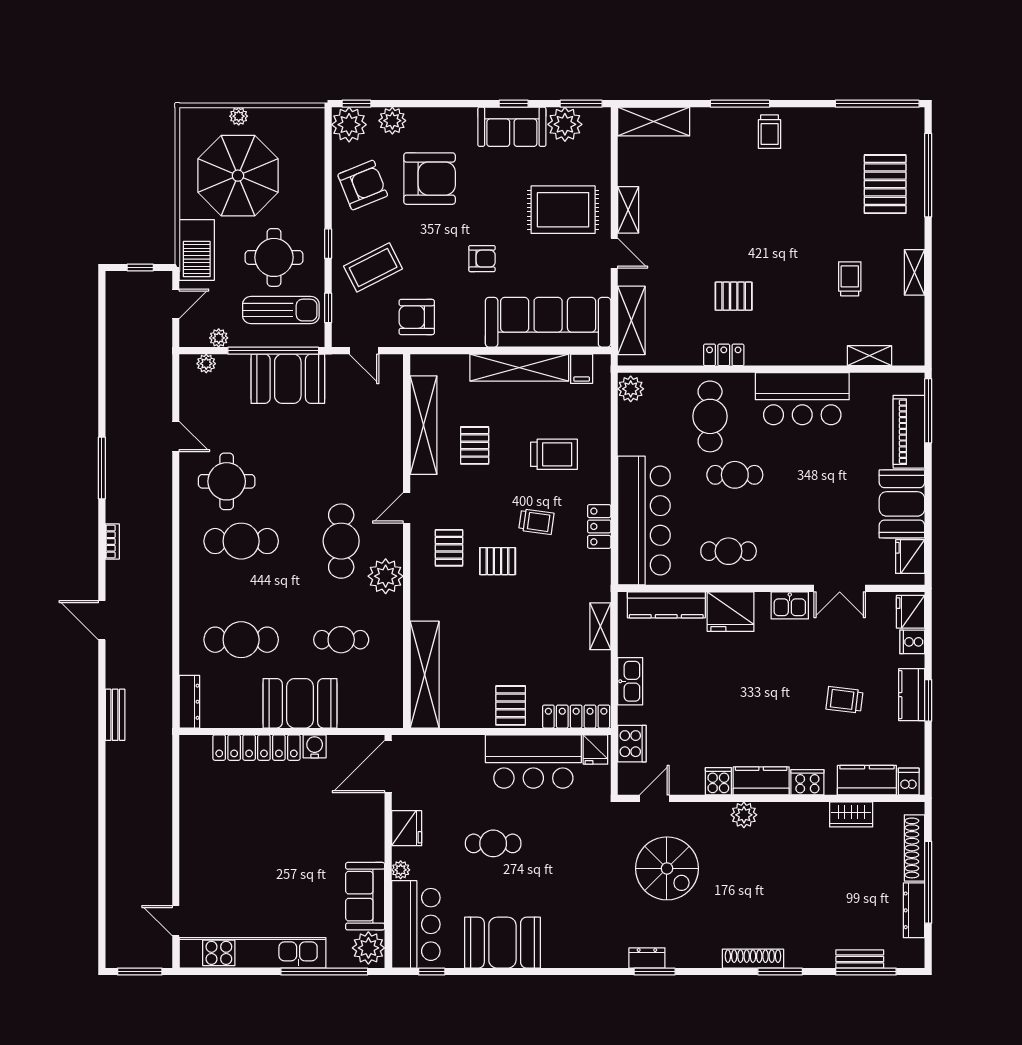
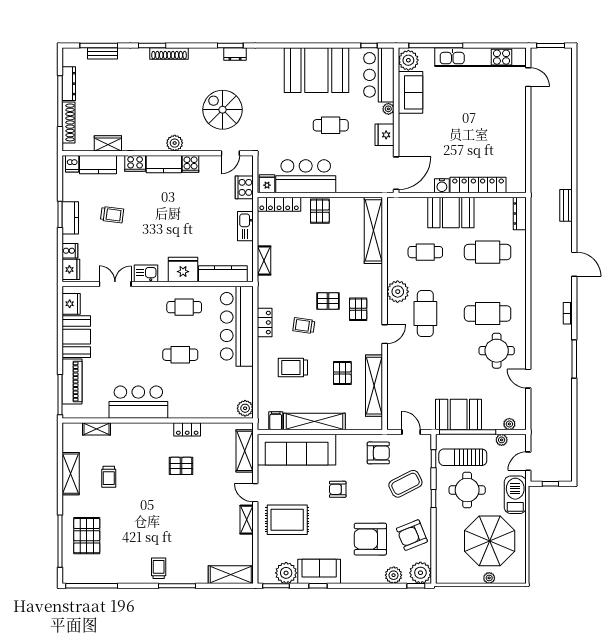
shelving: (915, 272) -> (71, 474), width x1.50, depth x1.33
cafe table: (710, 416) -> (196, 391), removed
booth: (502, 943) -> (316, 70), width x1.36, depth x1.42

